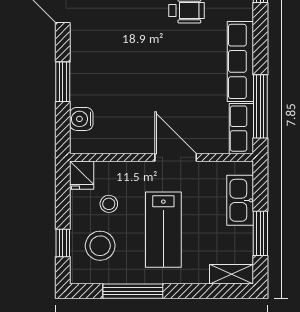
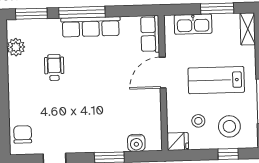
window: (260, 106) -> (82, 12), moved
row of seats: (241, 129) -> (150, 34), moved, turned 90
lab bench: (163, 230) -> (216, 80), turned 180

